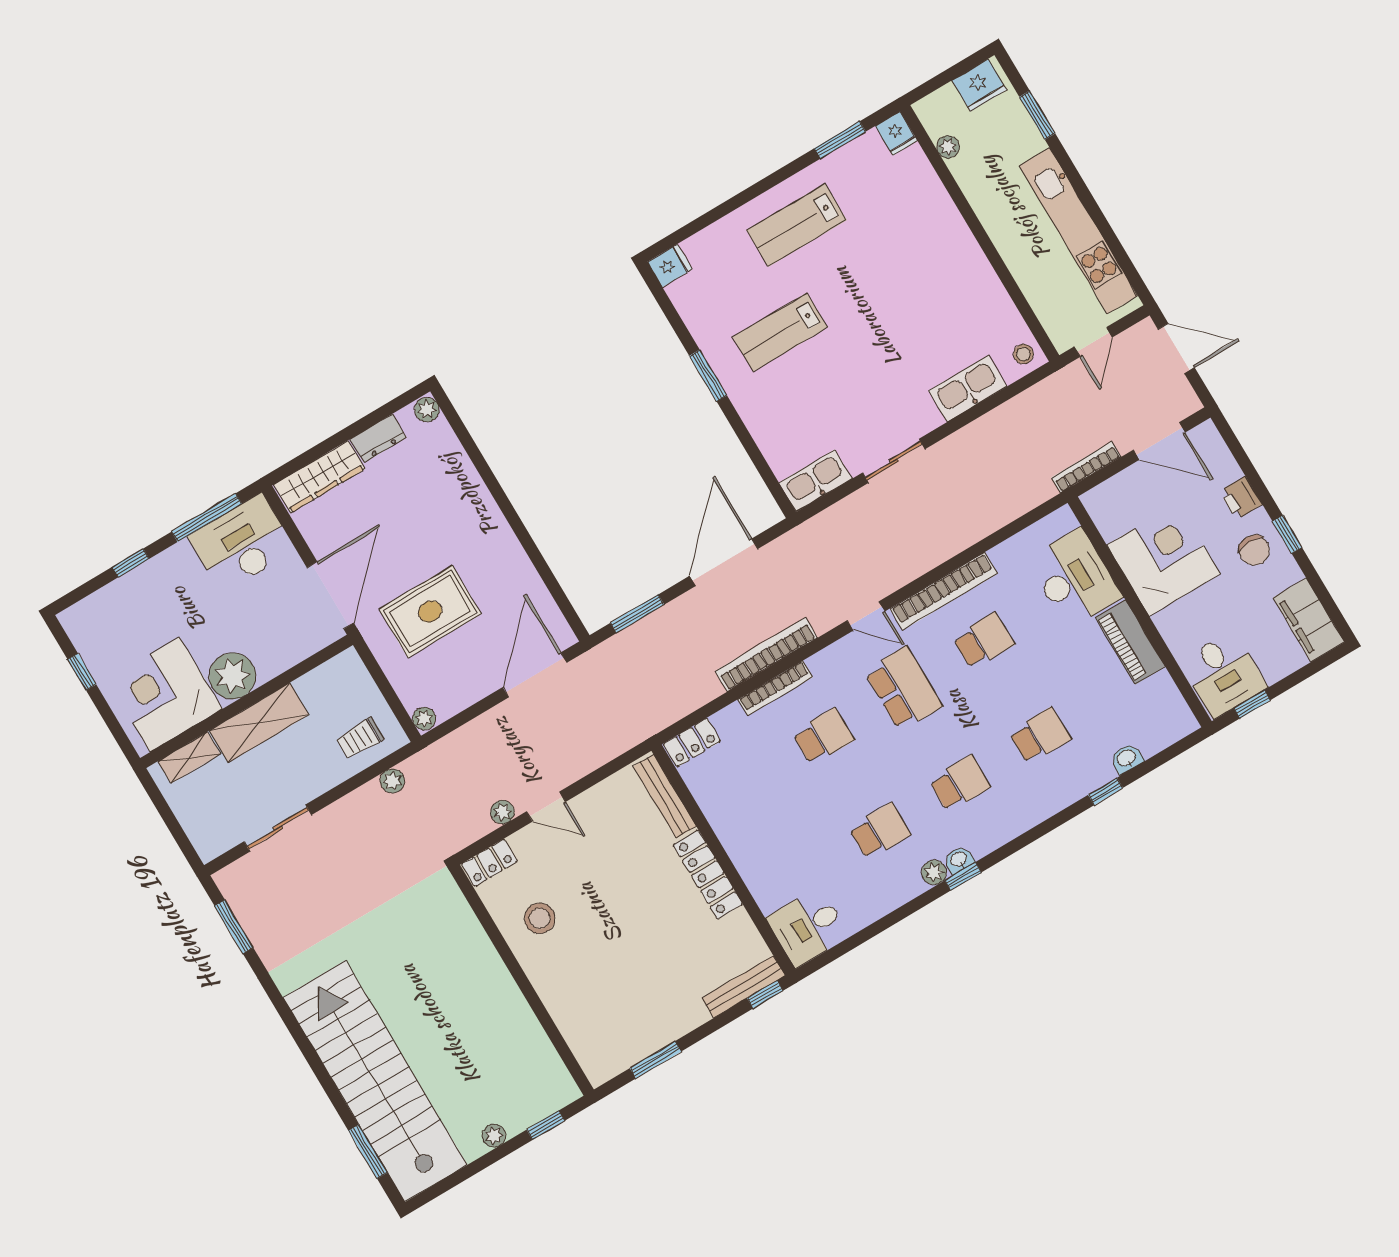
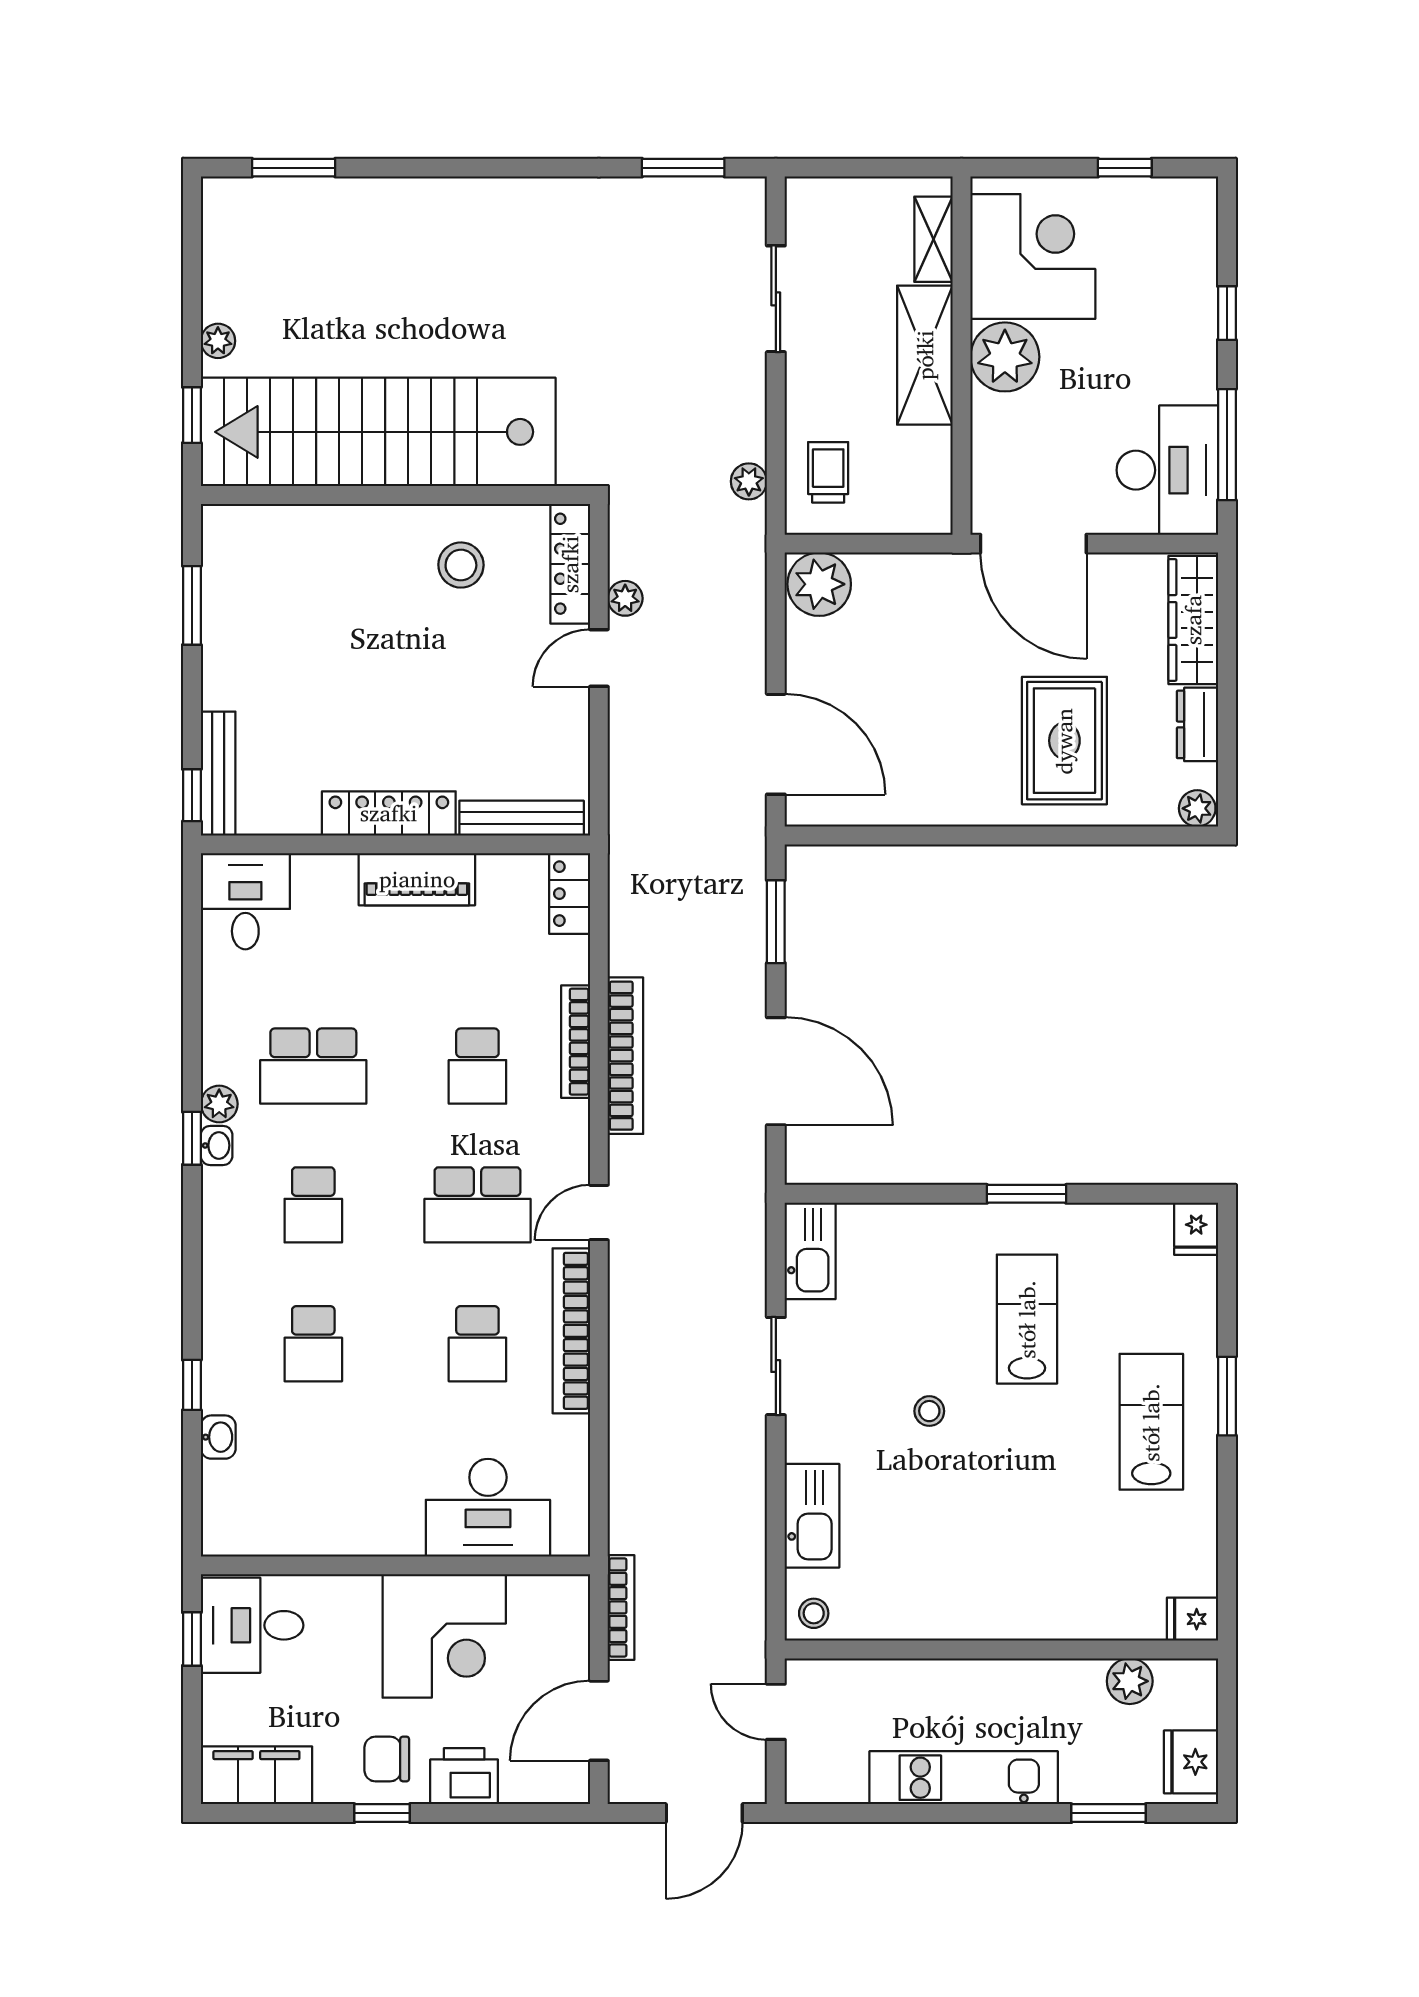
window: (840, 140) -> (1227, 1396), moved
plant: (948, 147) -> (1130, 1681), width x1.38, depth x1.38
kitchen unit: (1078, 231) -> (964, 1778), width x0.73
stool: (867, 357) -> (929, 1411), added
printer: (1241, 498) -> (464, 1776), width x1.36, depth x1.24
rug: (430, 611) -> (1064, 741), moved
piano: (1130, 642) -> (417, 879), moved, turned 180
plant: (424, 719) -> (819, 584), width x1.88, depth x1.88
school desk: (880, 831) -> (313, 1066), width x1.85
locker: (489, 863) -> (570, 564), width x1.53
stairs: (375, 1081) -> (378, 432), moved, turned 180

